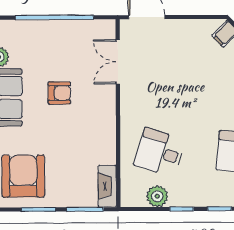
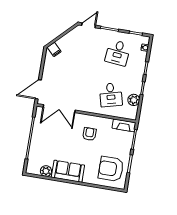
double door: (118, 62) -> (59, 109), width x1.37
armchair: (59, 93) -> (89, 134), moved
desk: (160, 152) -> (111, 95), turned -33

